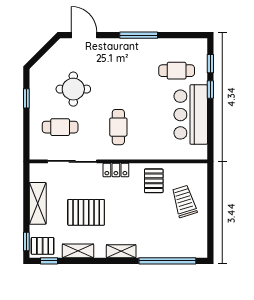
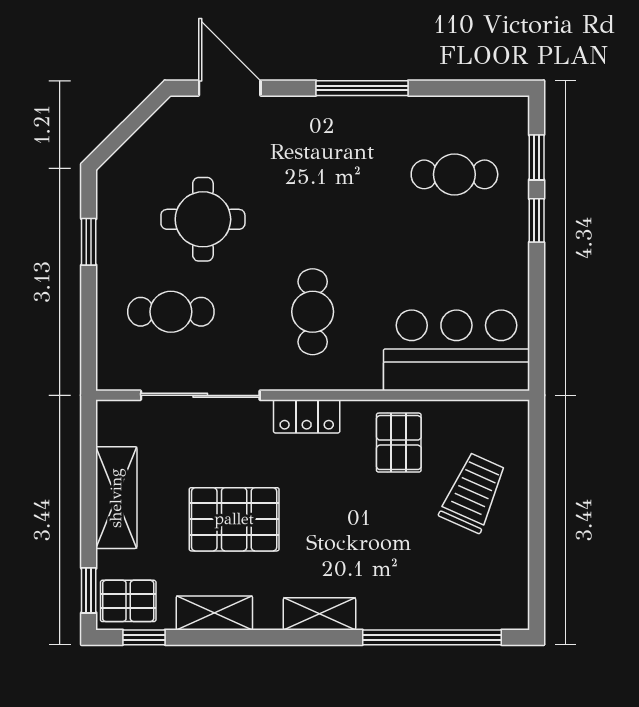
bar counter: (191, 115) -> (456, 350), moved, turned 90
trolley: (184, 201) -> (473, 493), turned 41

